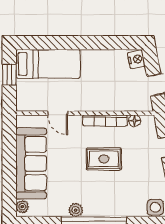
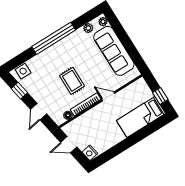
door: (58, 113) -> (108, 96), moved
rug: (104, 159) -> (72, 81), turned 90
plant: (76, 210) -> (88, 28), moved

